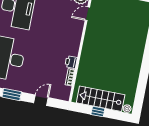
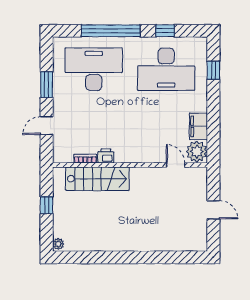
stairs: (101, 99) -> (97, 179), moved, turned 90
door: (41, 100) -> (47, 126), swing flipped

